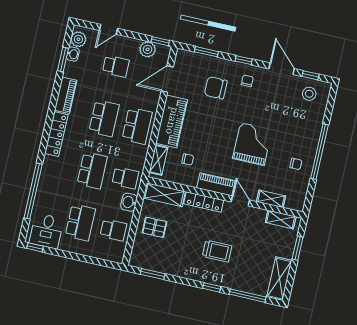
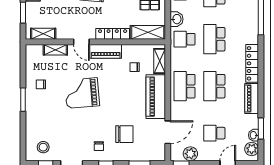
grand piano: (252, 144) -> (82, 93), turned 85
window: (320, 152) -> (23, 100), width x0.47

